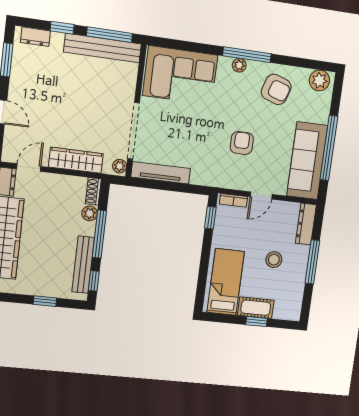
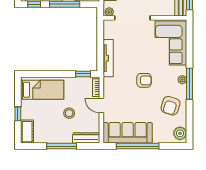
armchair: (242, 143) -> (144, 80), moved
tv unit: (161, 173) -> (108, 58), moved
stool: (274, 260) -> (69, 113), moved
cot: (256, 308) -> (27, 132), moved

